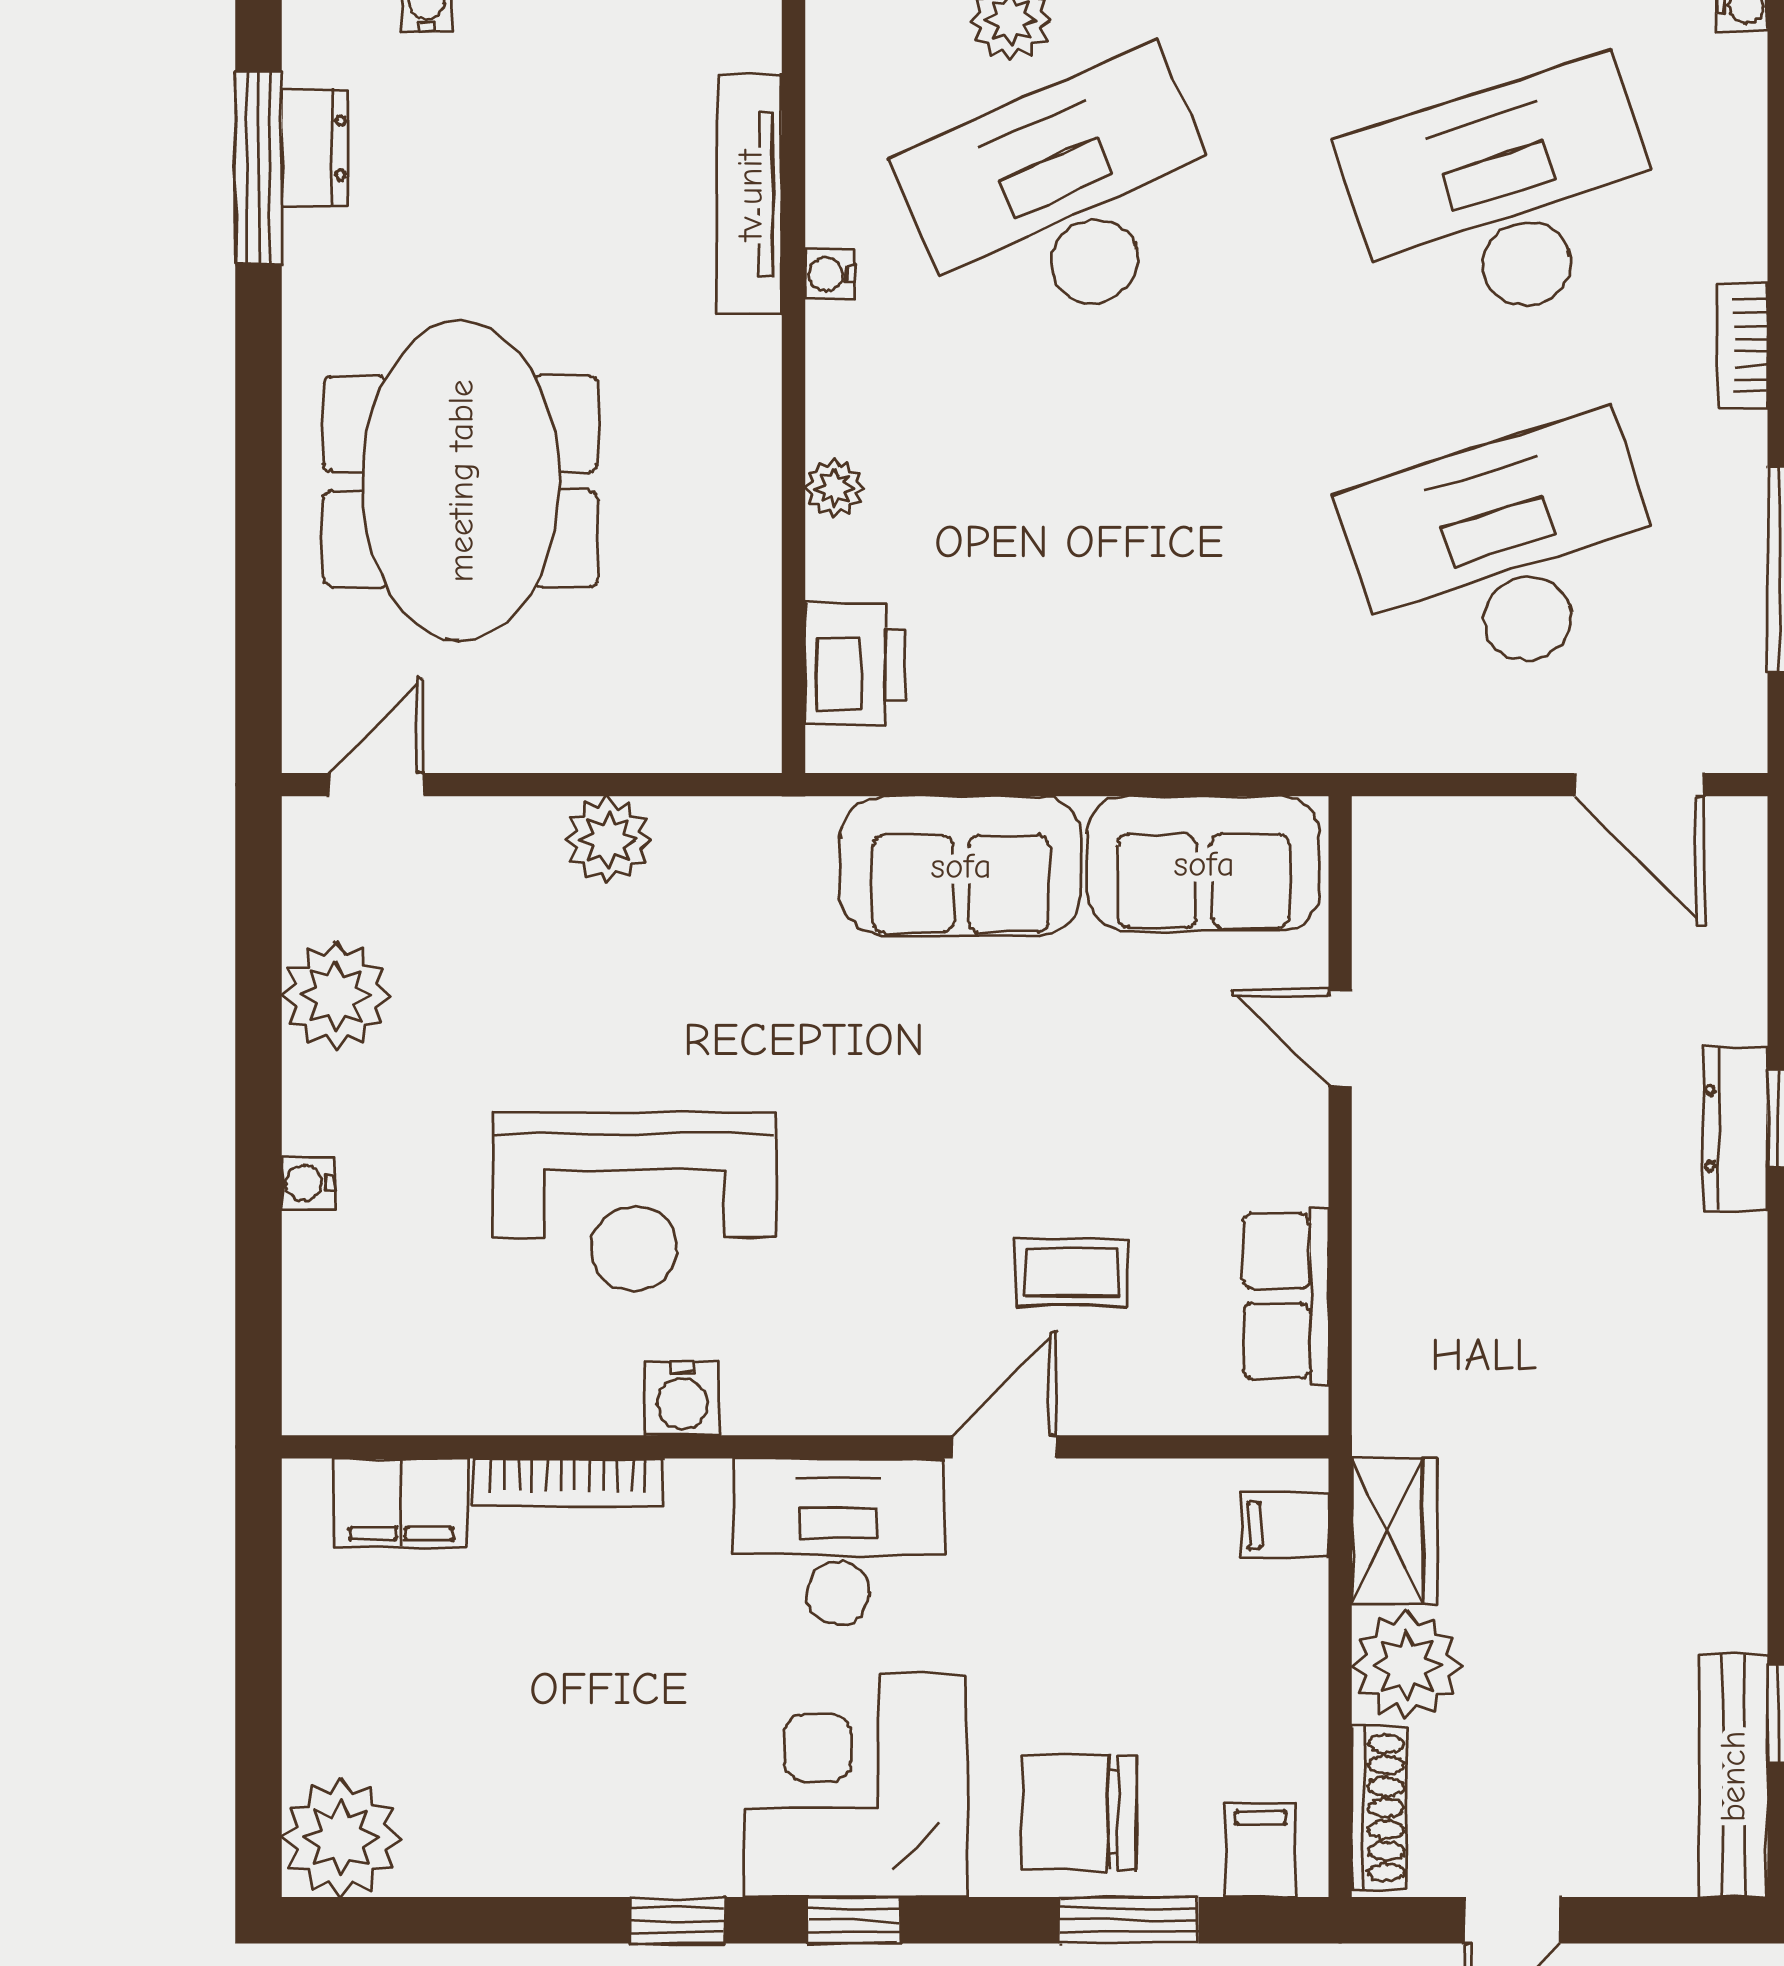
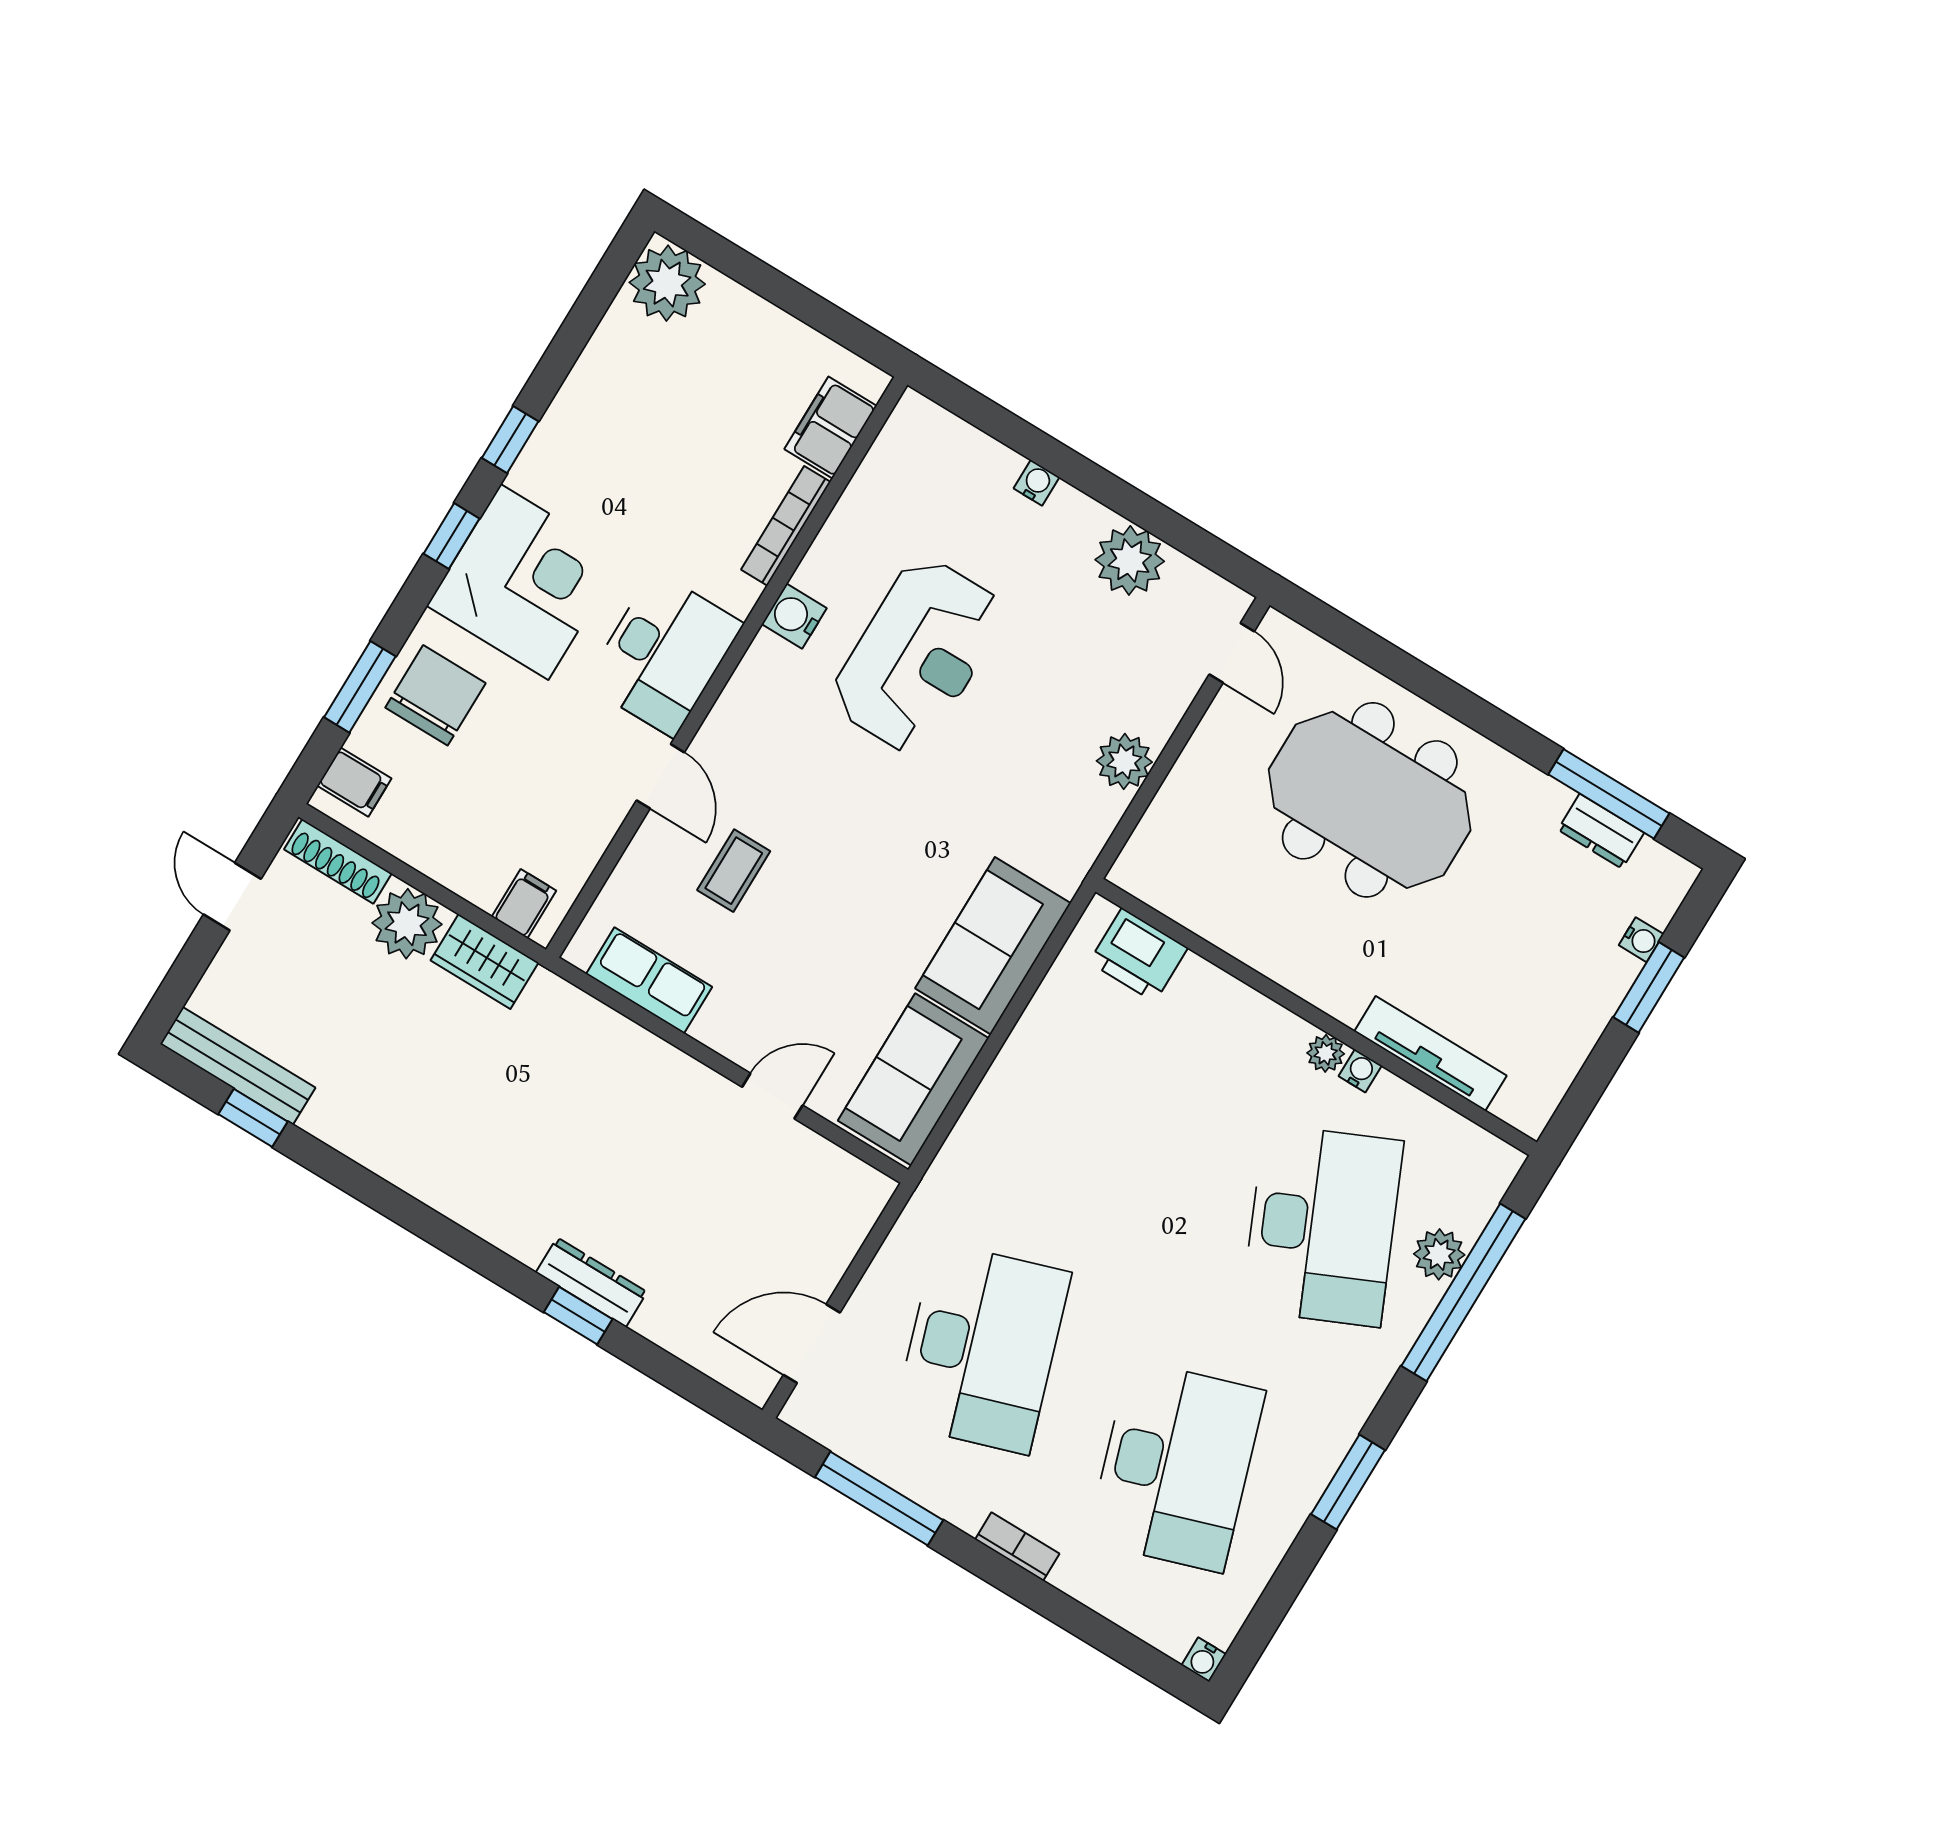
plant: (834, 488) -> (1326, 1053), moved
reception desk: (634, 1202) -> (918, 655), turned 180

